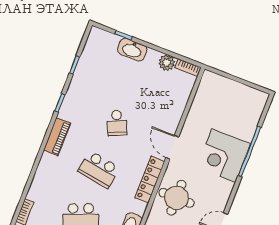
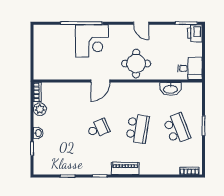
washbasin: (132, 50) -> (38, 133), width x0.52, depth x0.69
locker: (150, 180) -> (130, 88), removed

